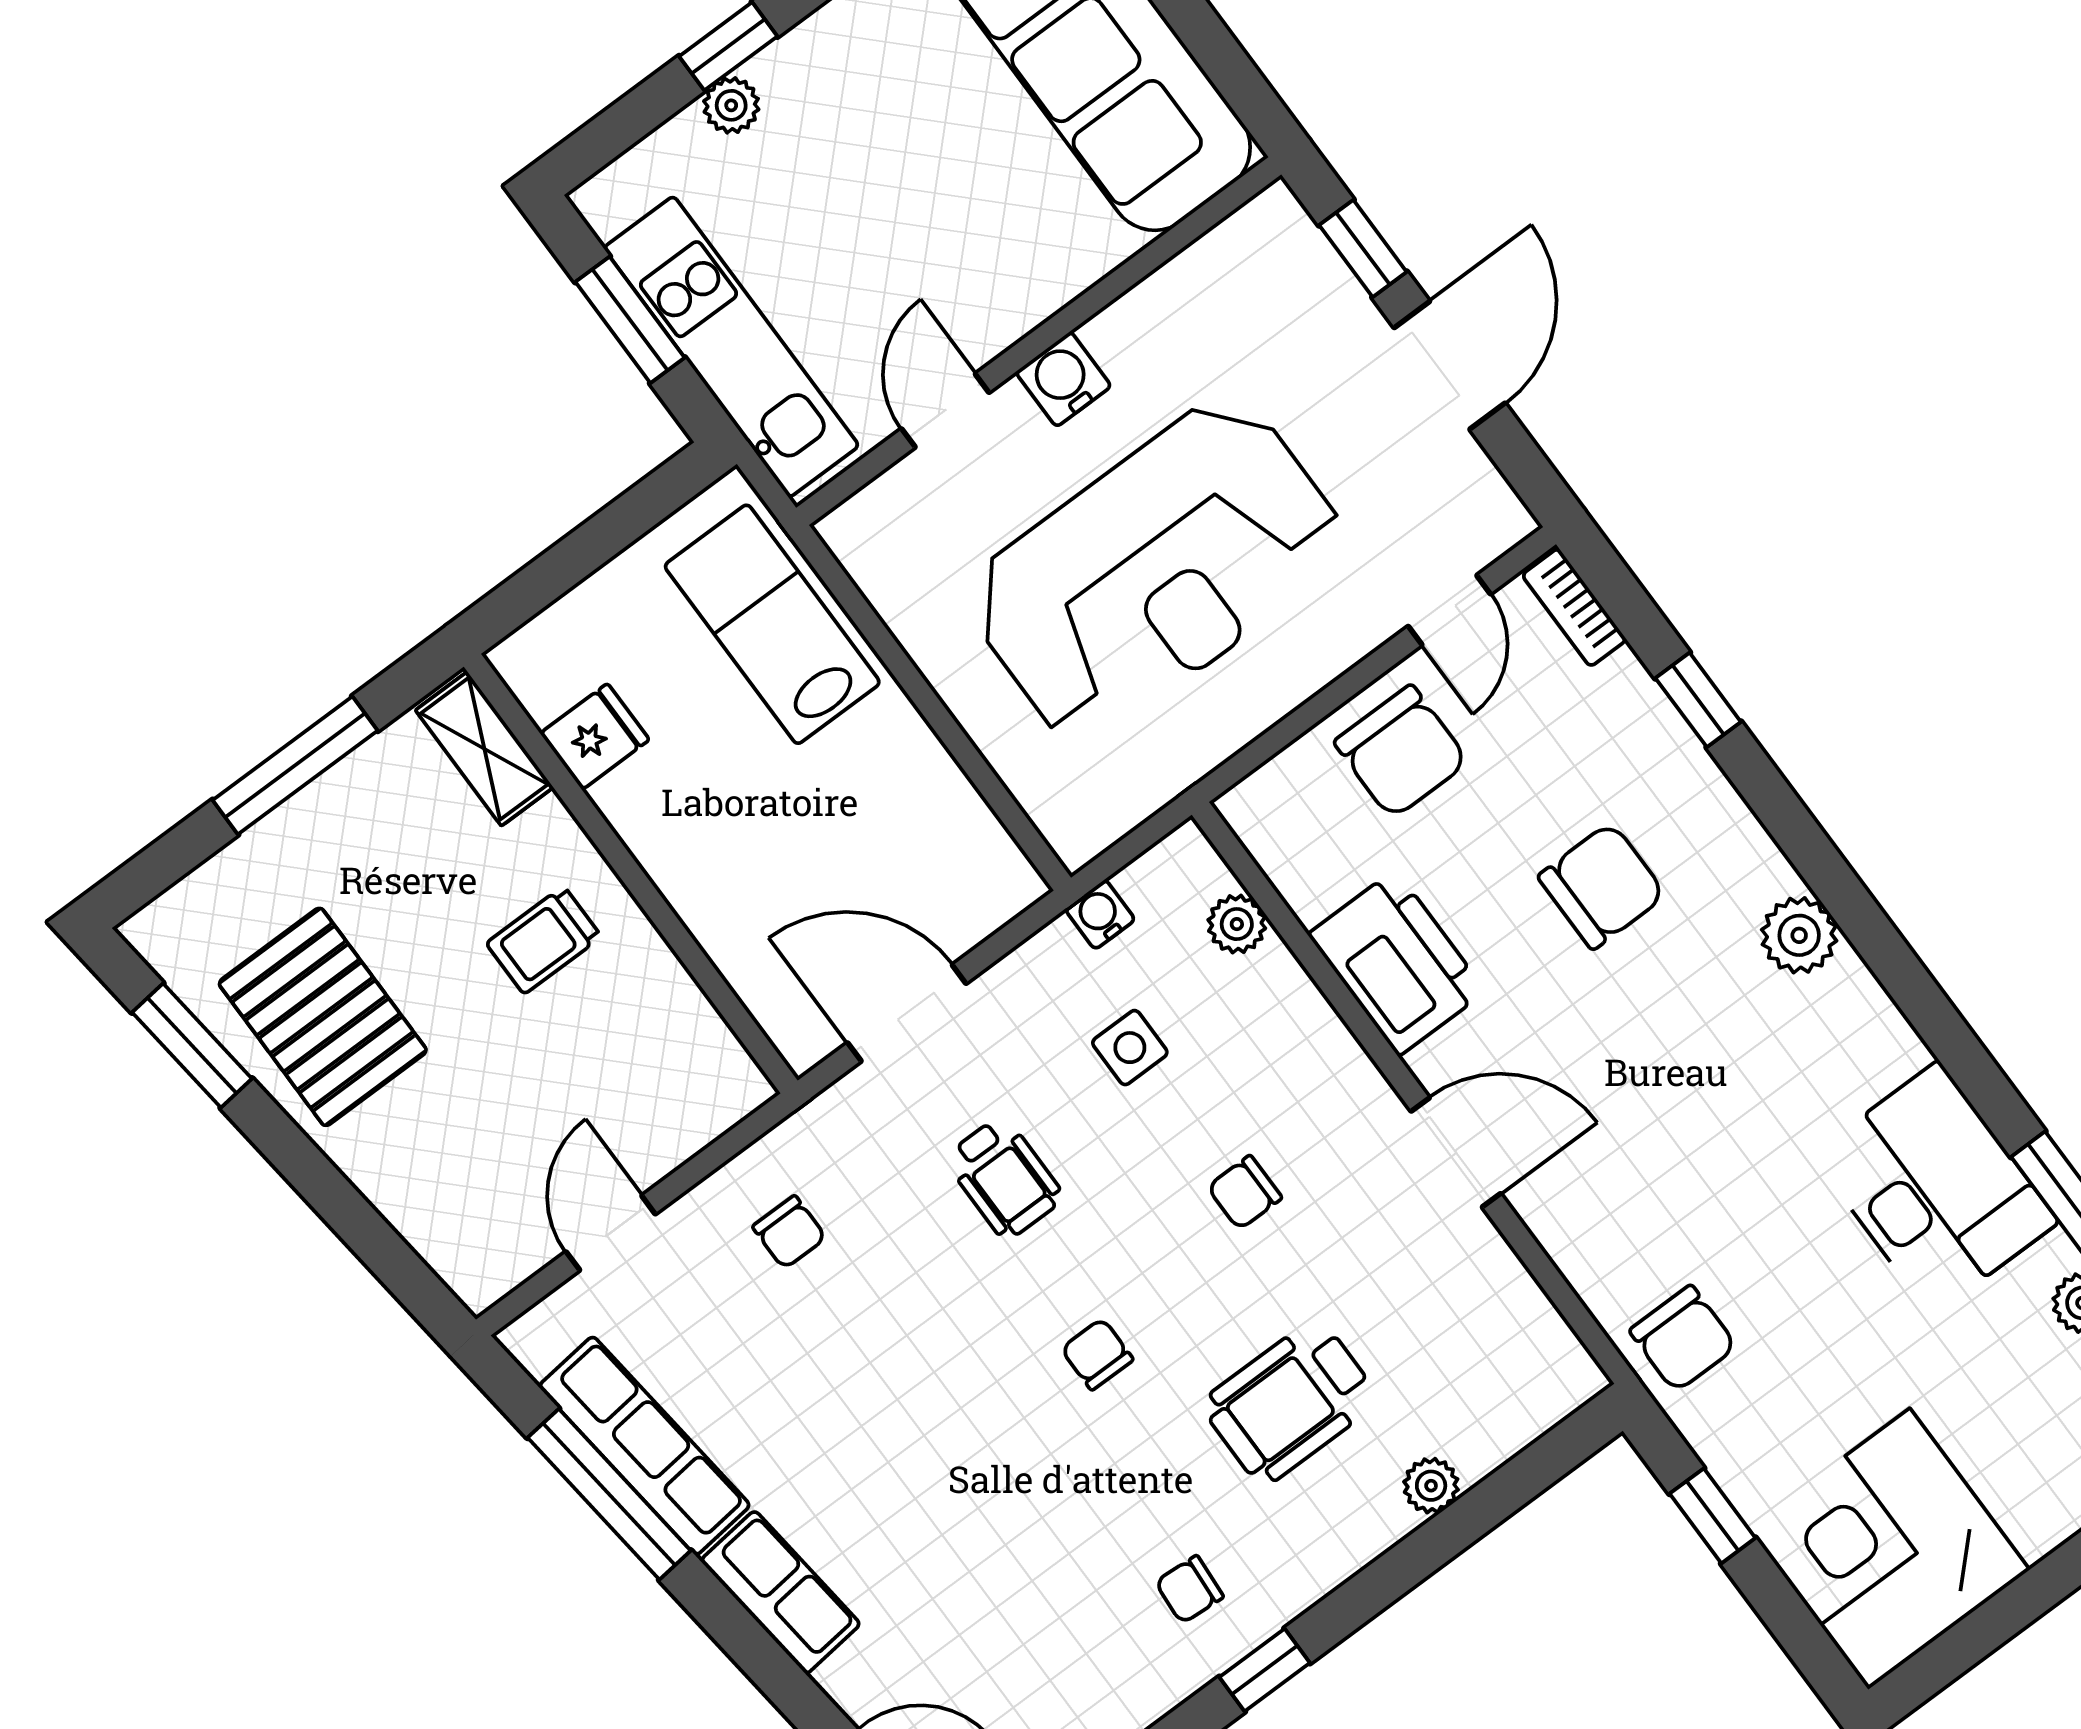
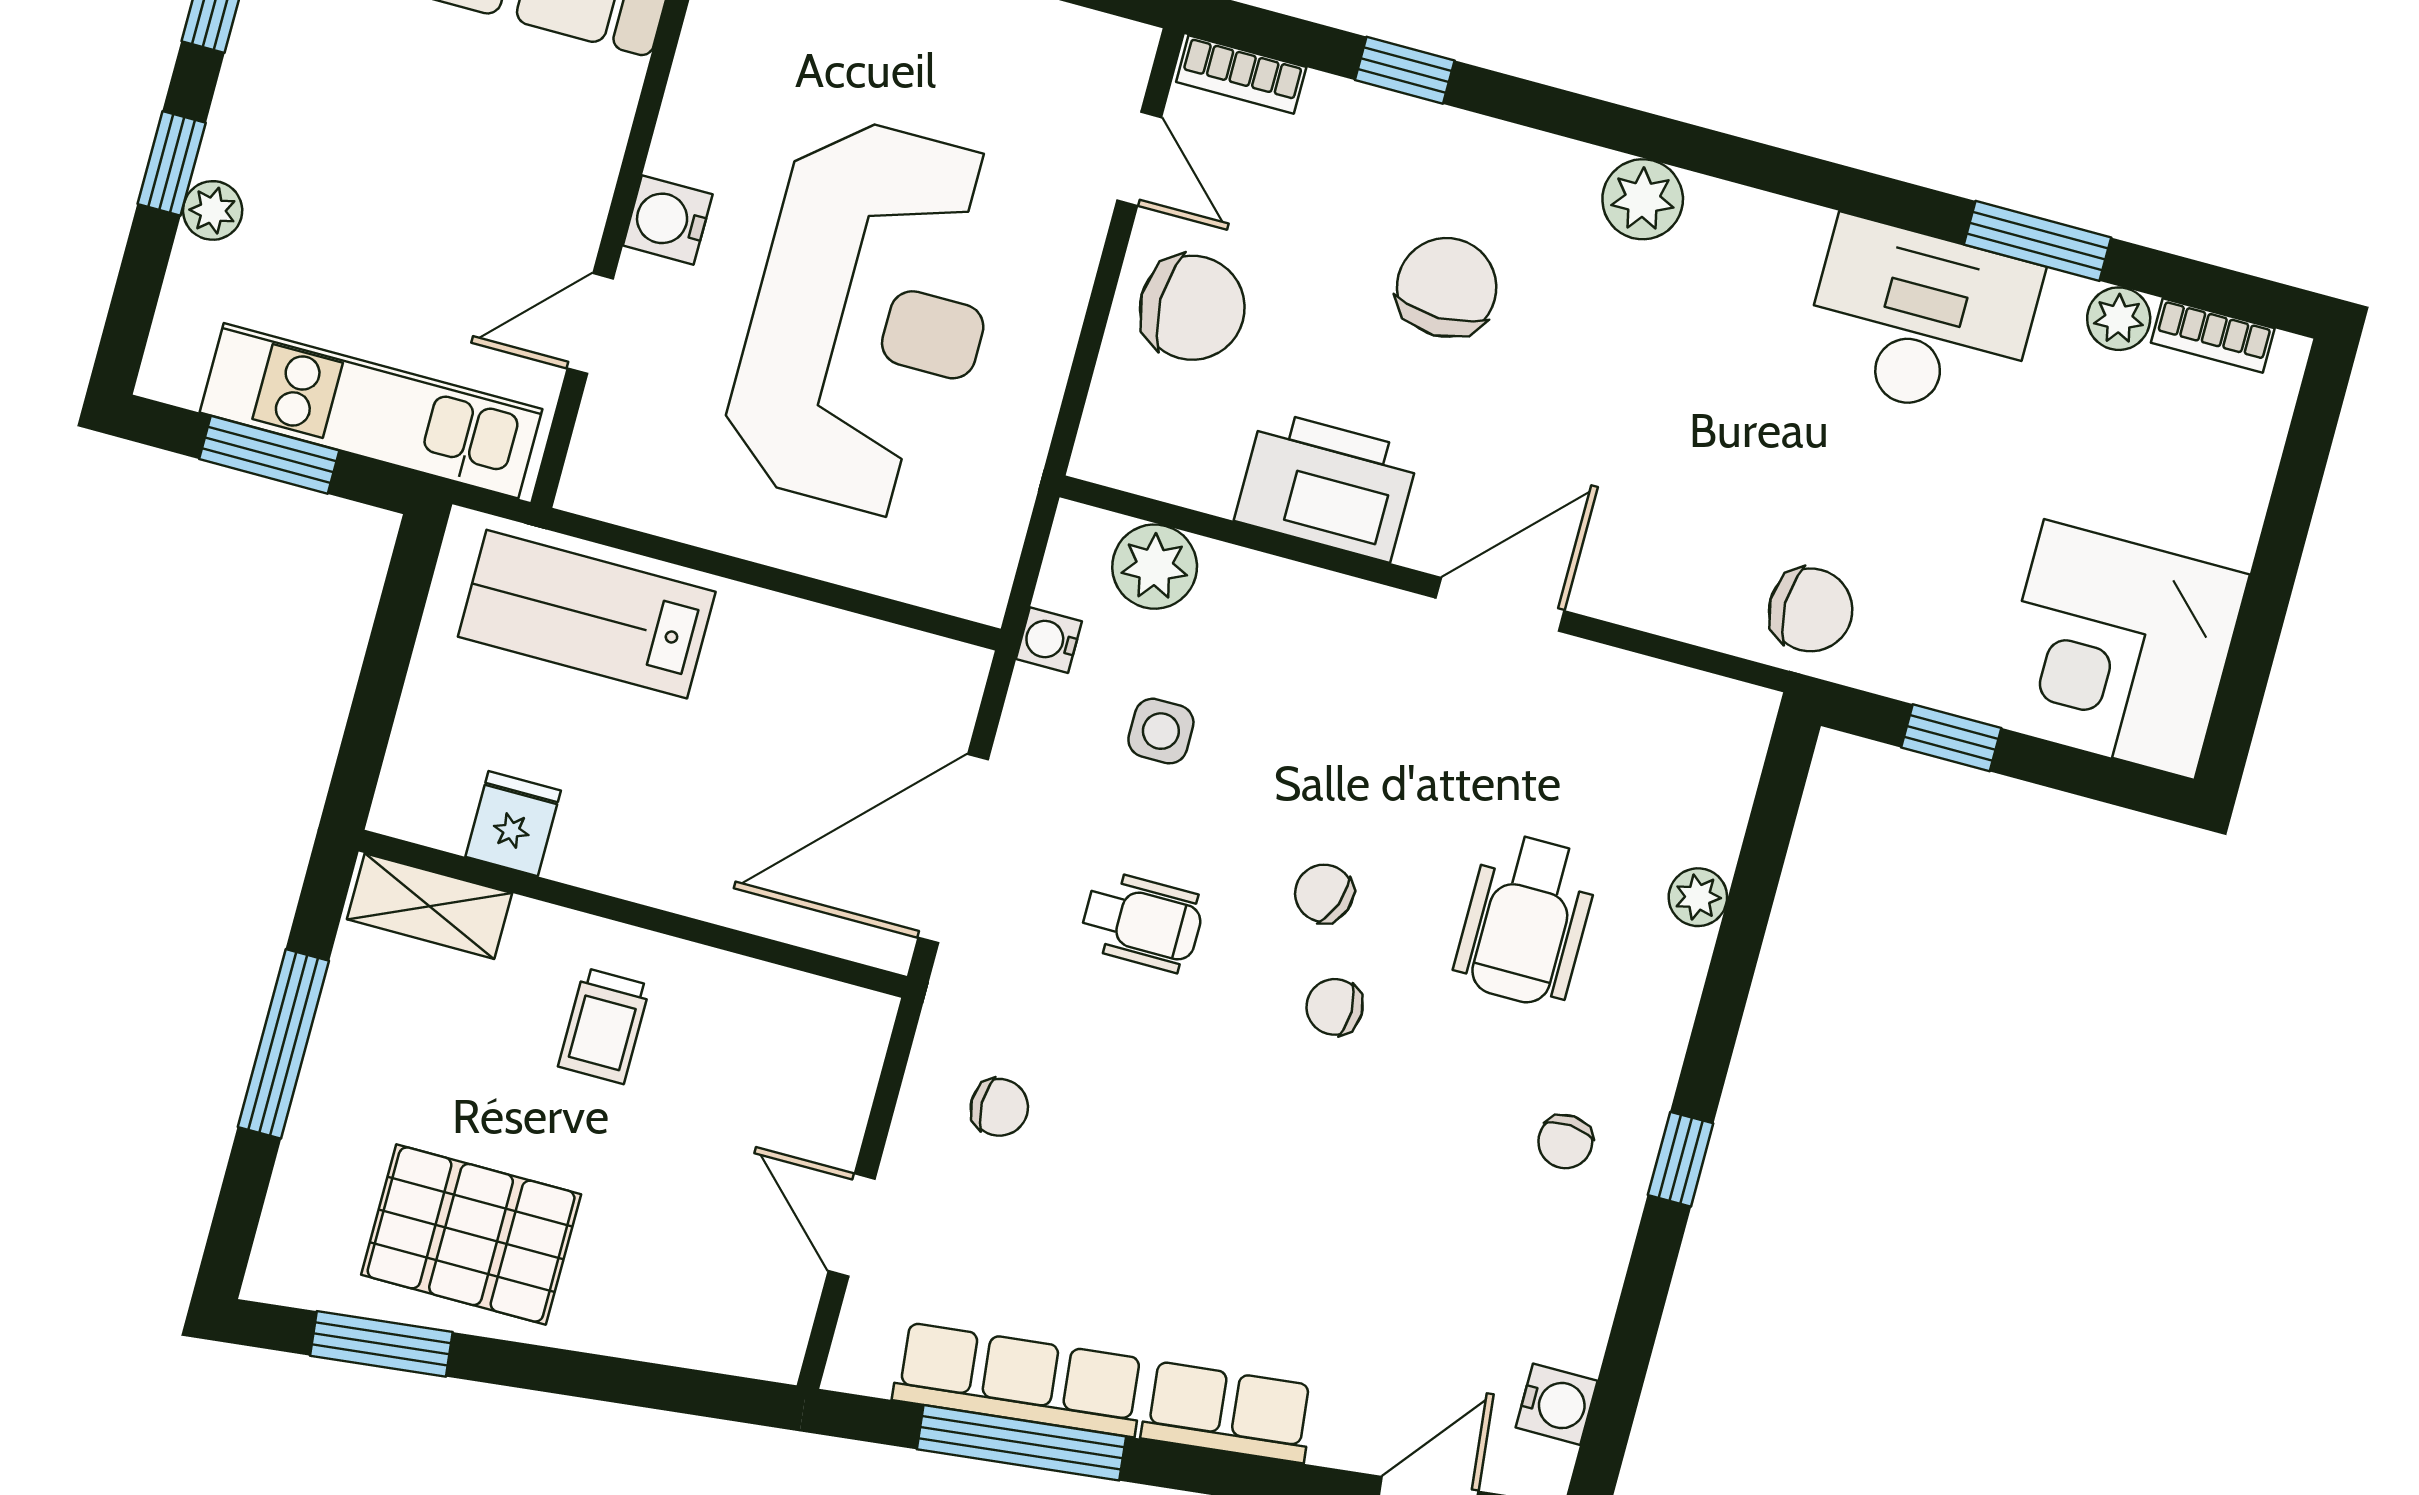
door: (945, 411) -> (590, 324), hinge flipped
plant: (1237, 924) -> (1155, 567), width x1.38, depth x1.38
door: (907, 1013) -> (953, 849), width x1.36
chair: (1245, 1192) -> (1324, 893), moved, turned 110

